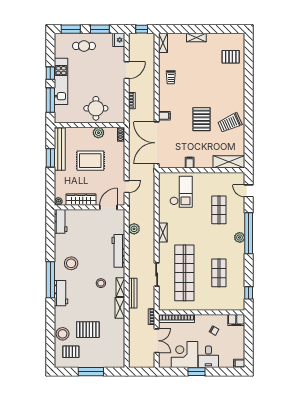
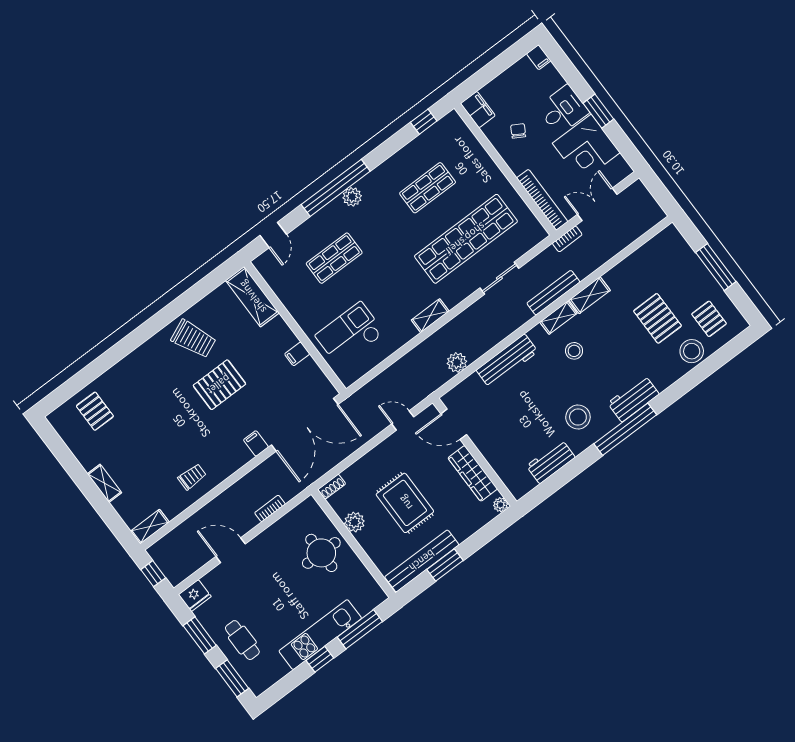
workbench: (61, 221) -> (551, 462), moved

